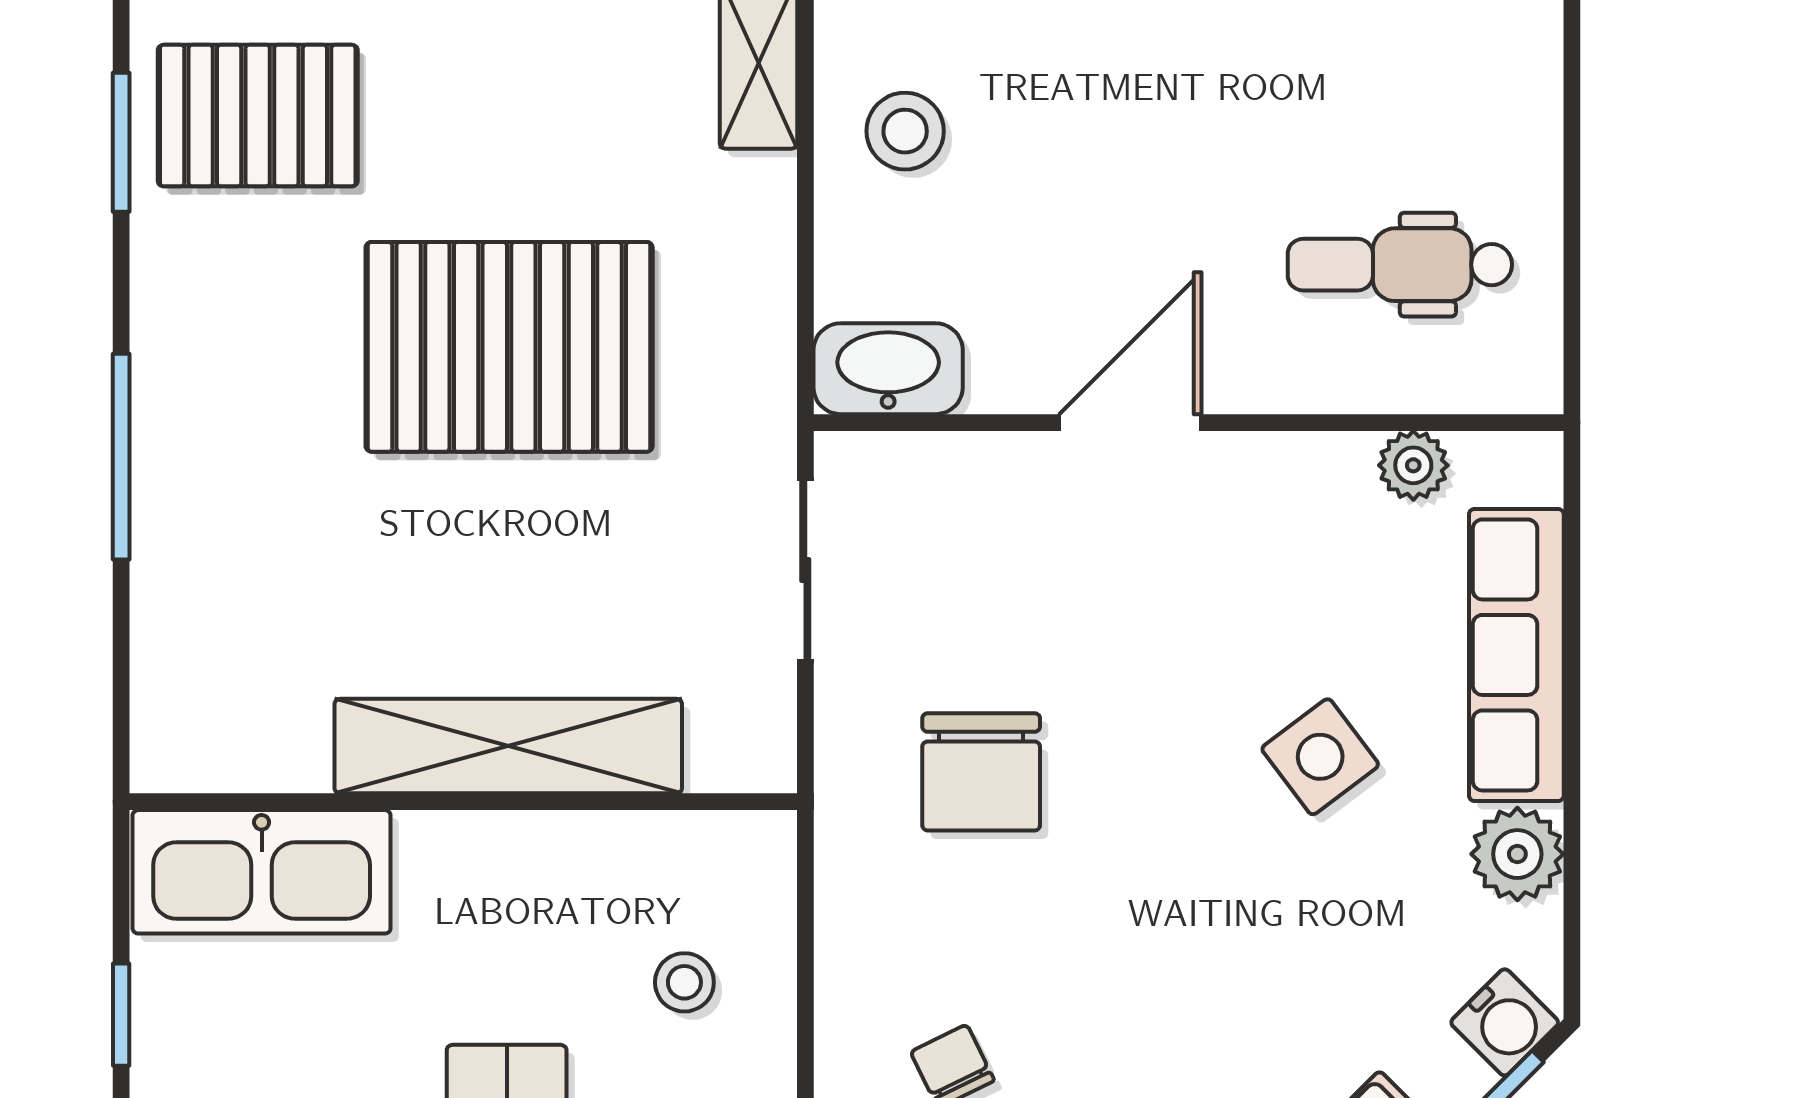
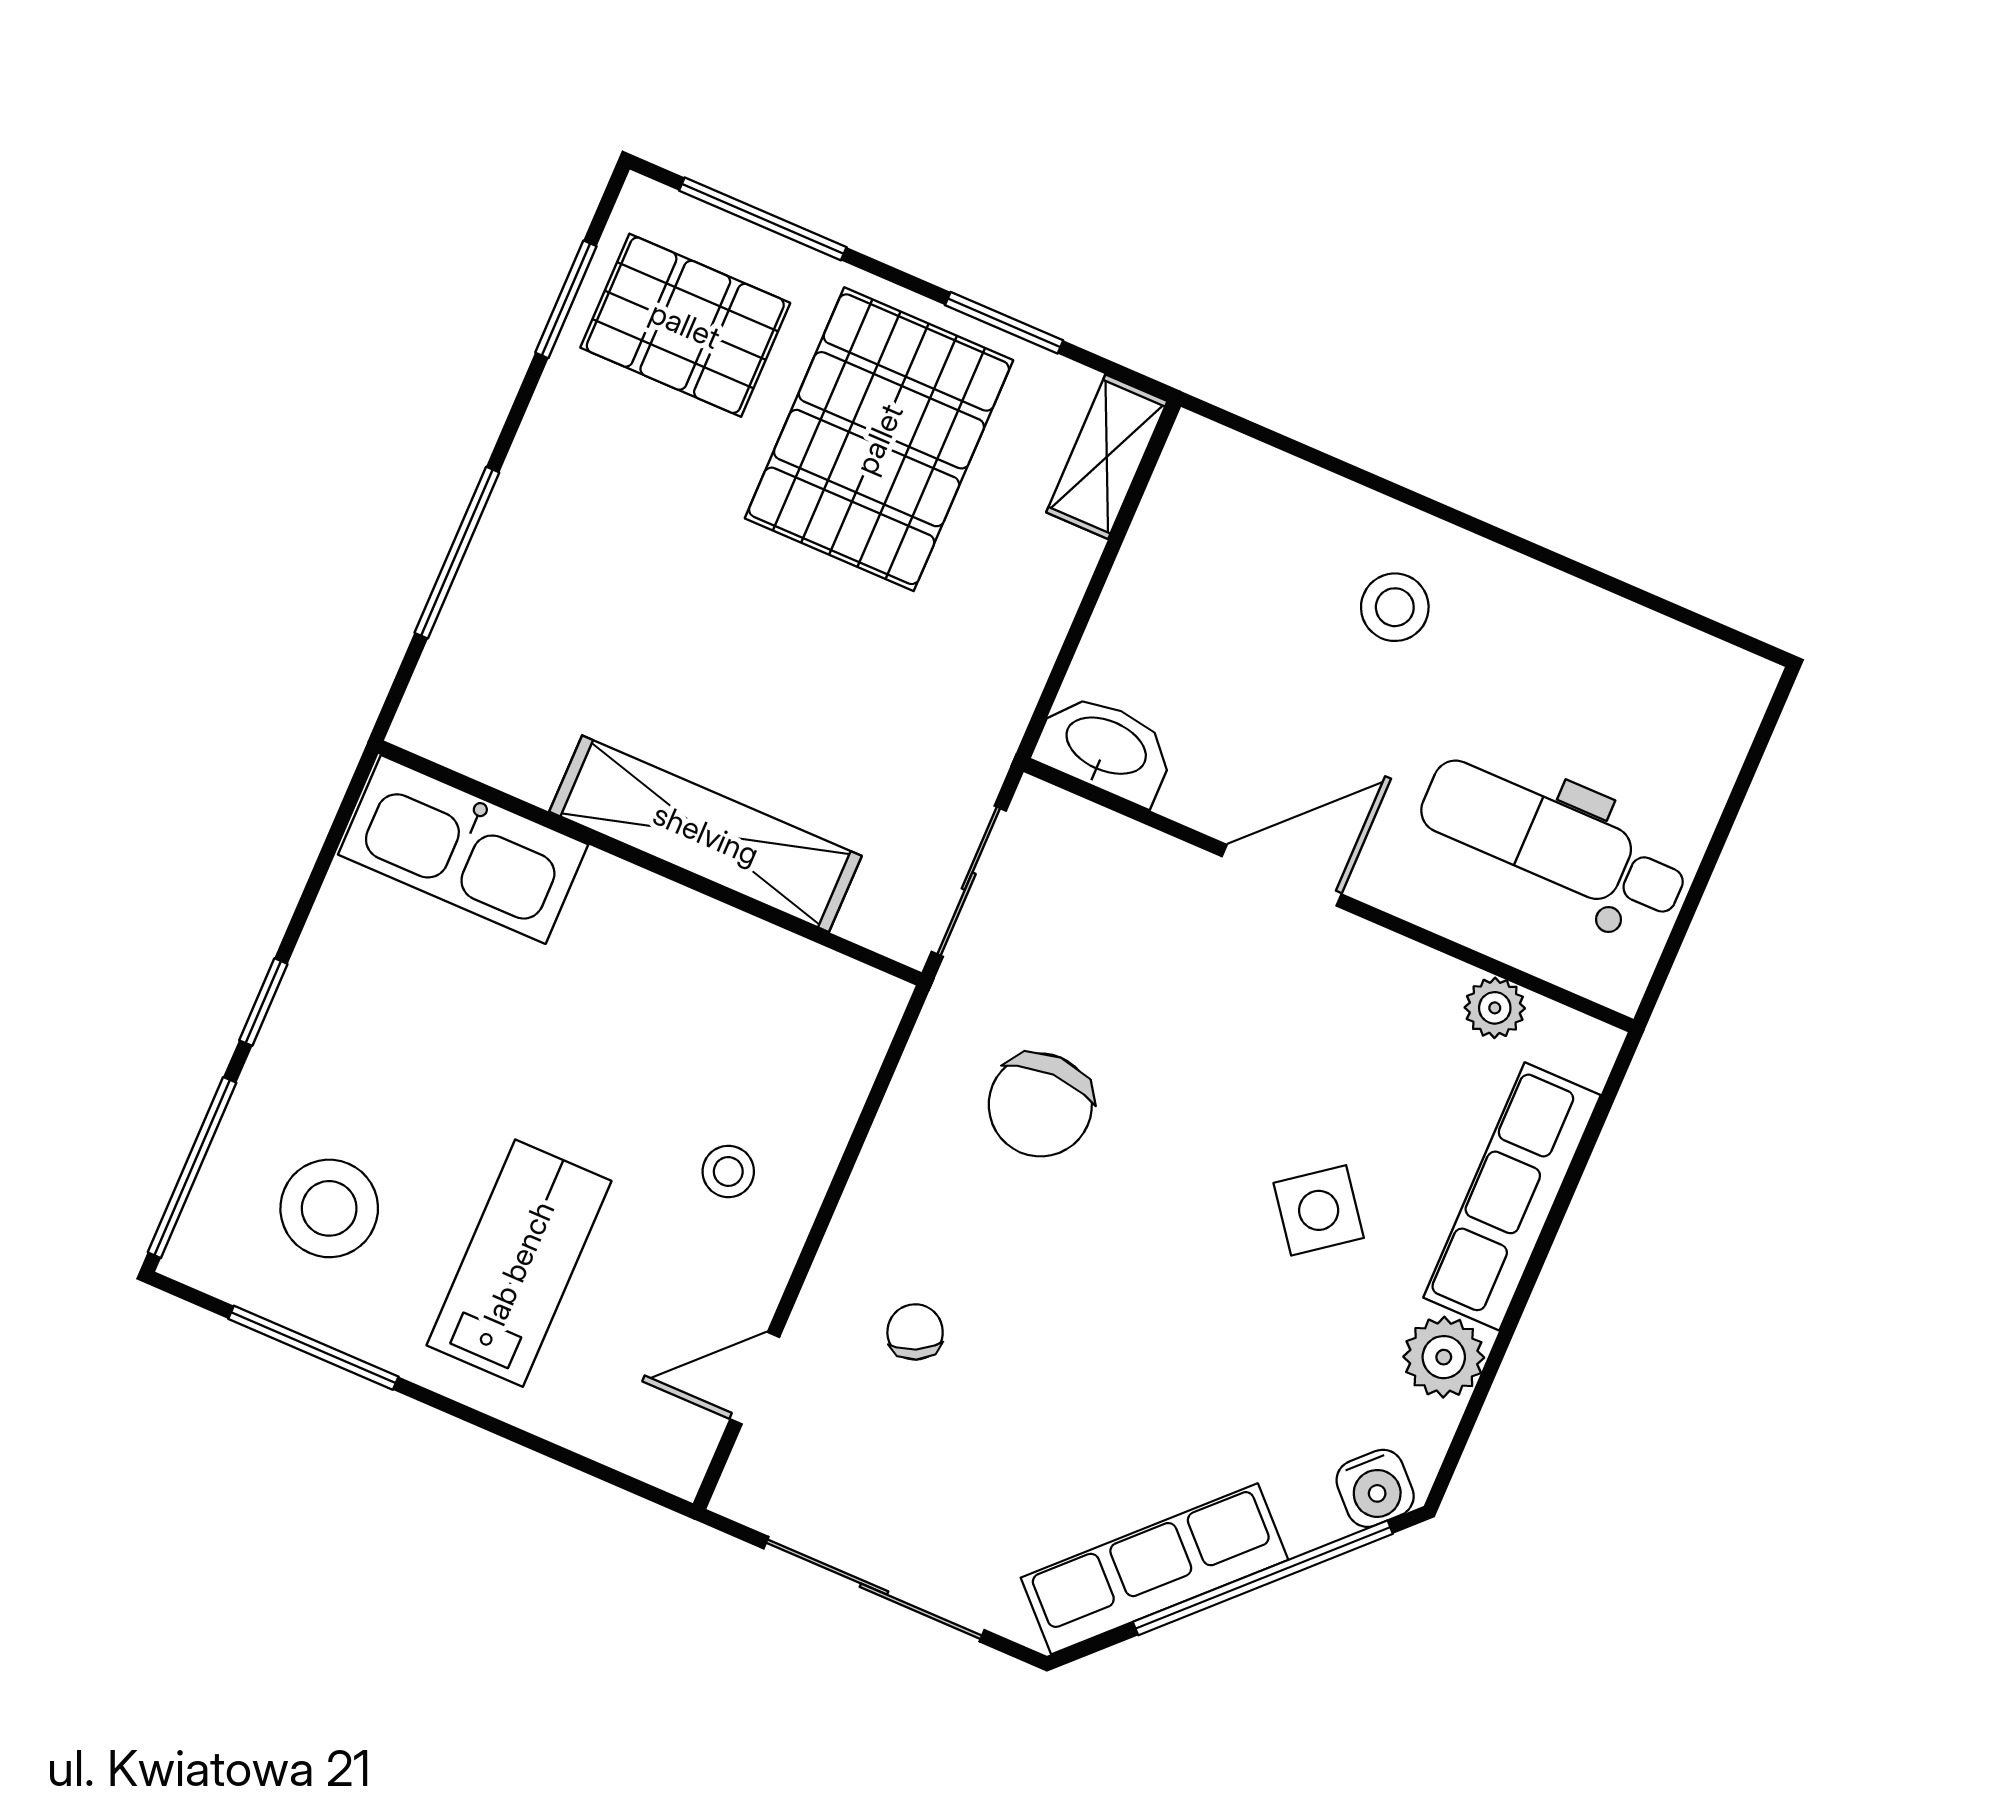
stool: (905, 131) -> (1395, 607), moved
dental chair: (1400, 265) -> (1553, 842), width x1.36, depth x1.38
pallet: (509, 347) -> (879, 439), moved, turned 90
shelving: (508, 746) -> (706, 834), moved
wall: (463, 802) -> (650, 863), moved
kitchen sink: (262, 872) -> (463, 849), moved

